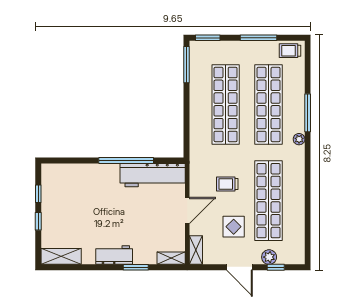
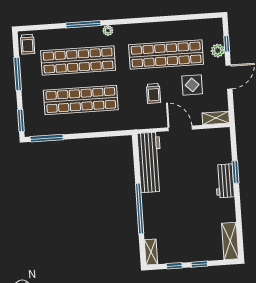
window: (126, 160) -> (140, 209), moved
workbench: (114, 255) -> (225, 181), moved
shelving: (171, 258) -> (151, 252), moved

